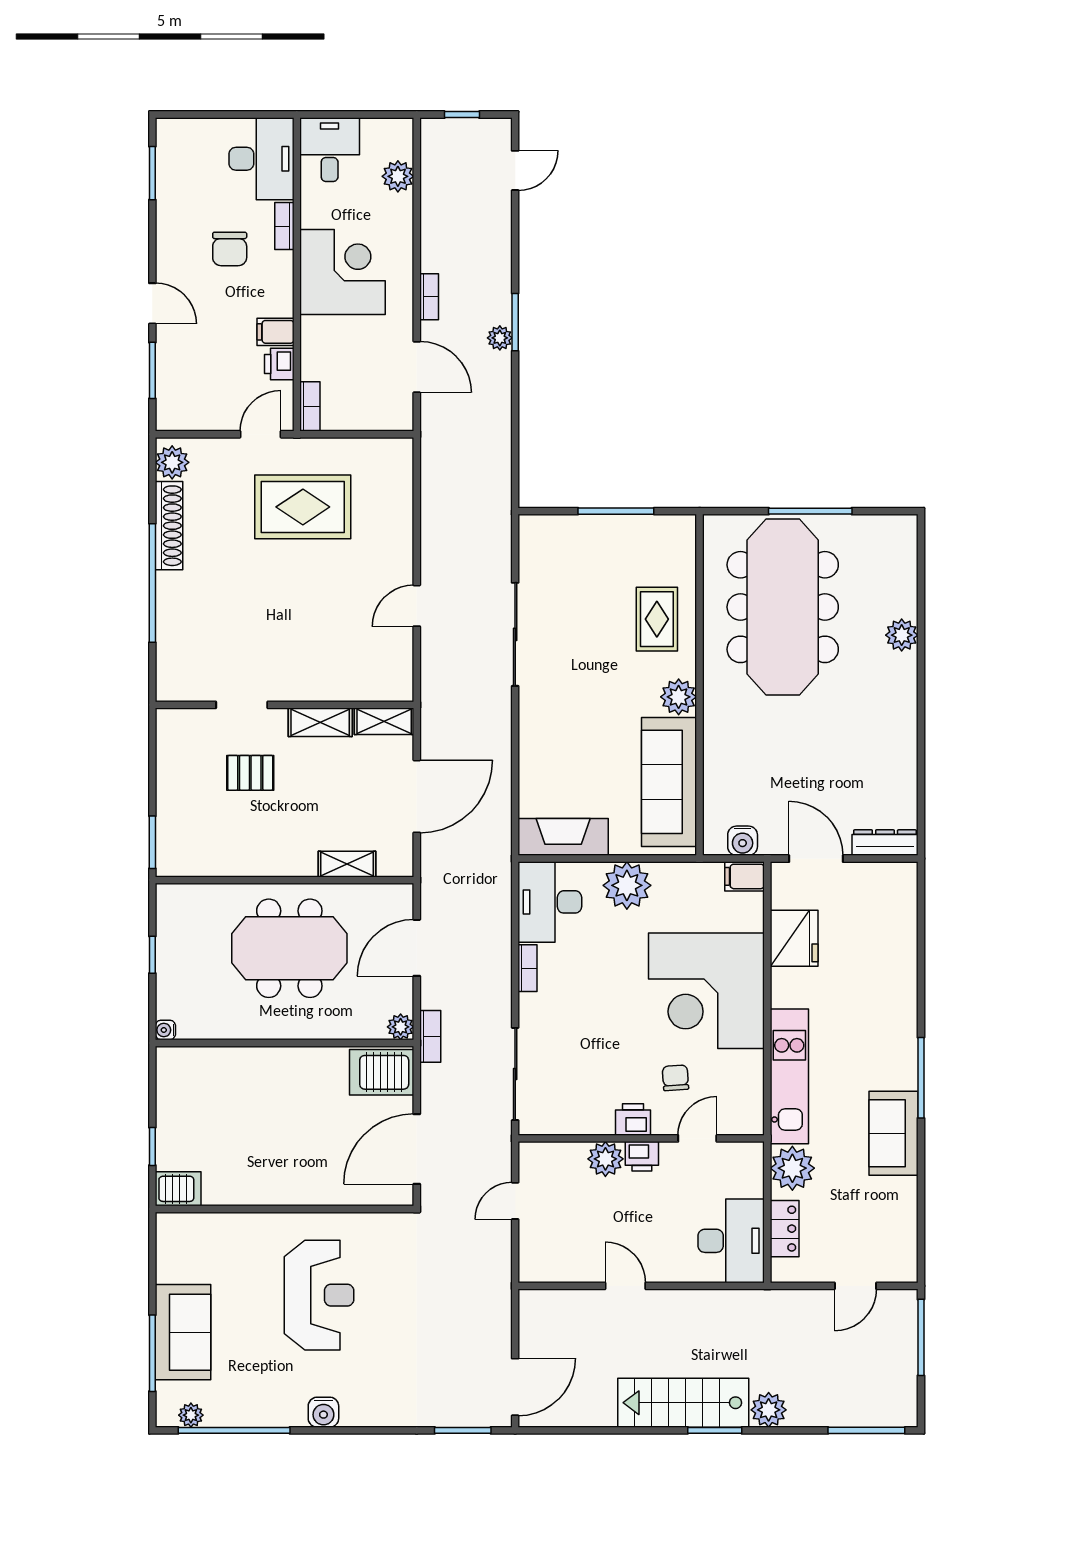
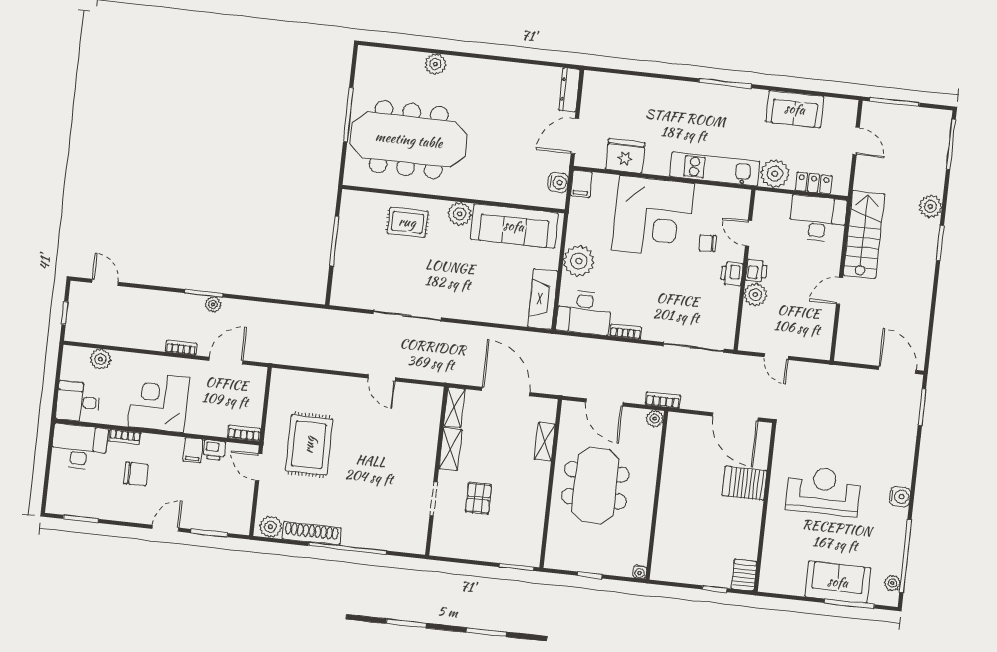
server rack: (382, 1072) -> (744, 483), moved, turned 90
sofa: (894, 1133) -> (795, 109), moved
stairs: (683, 1403) -> (864, 235), moved, turned 180

